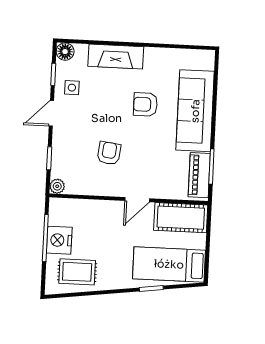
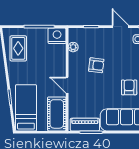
plant: (57, 186) -> (73, 47), moved
nightstand: (59, 240) -> (57, 36), moved

